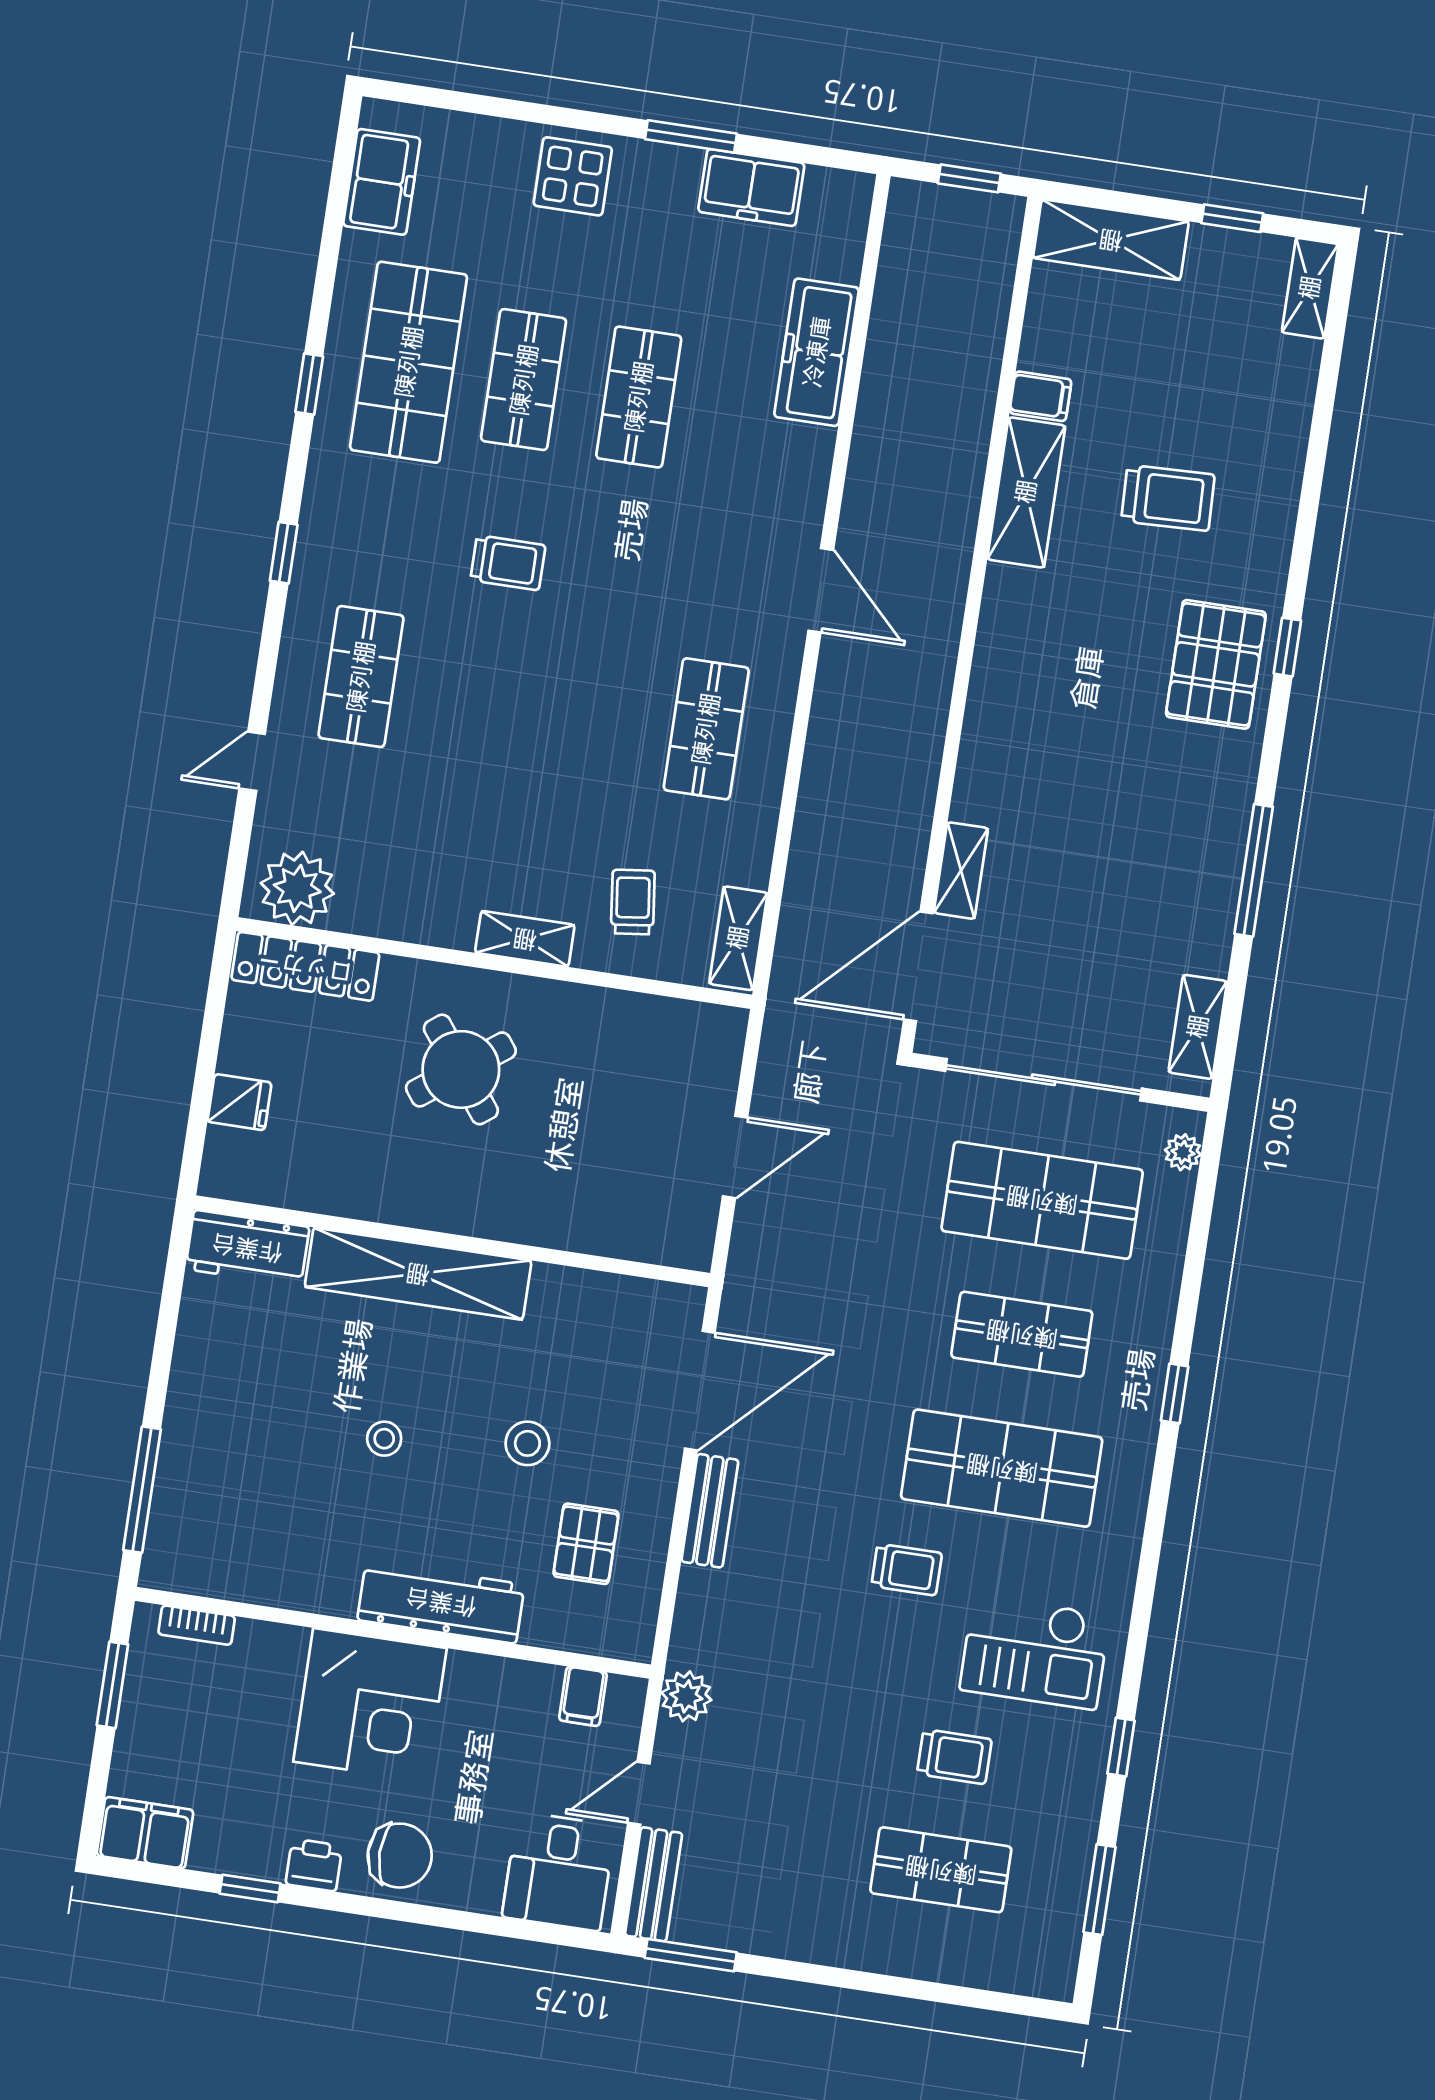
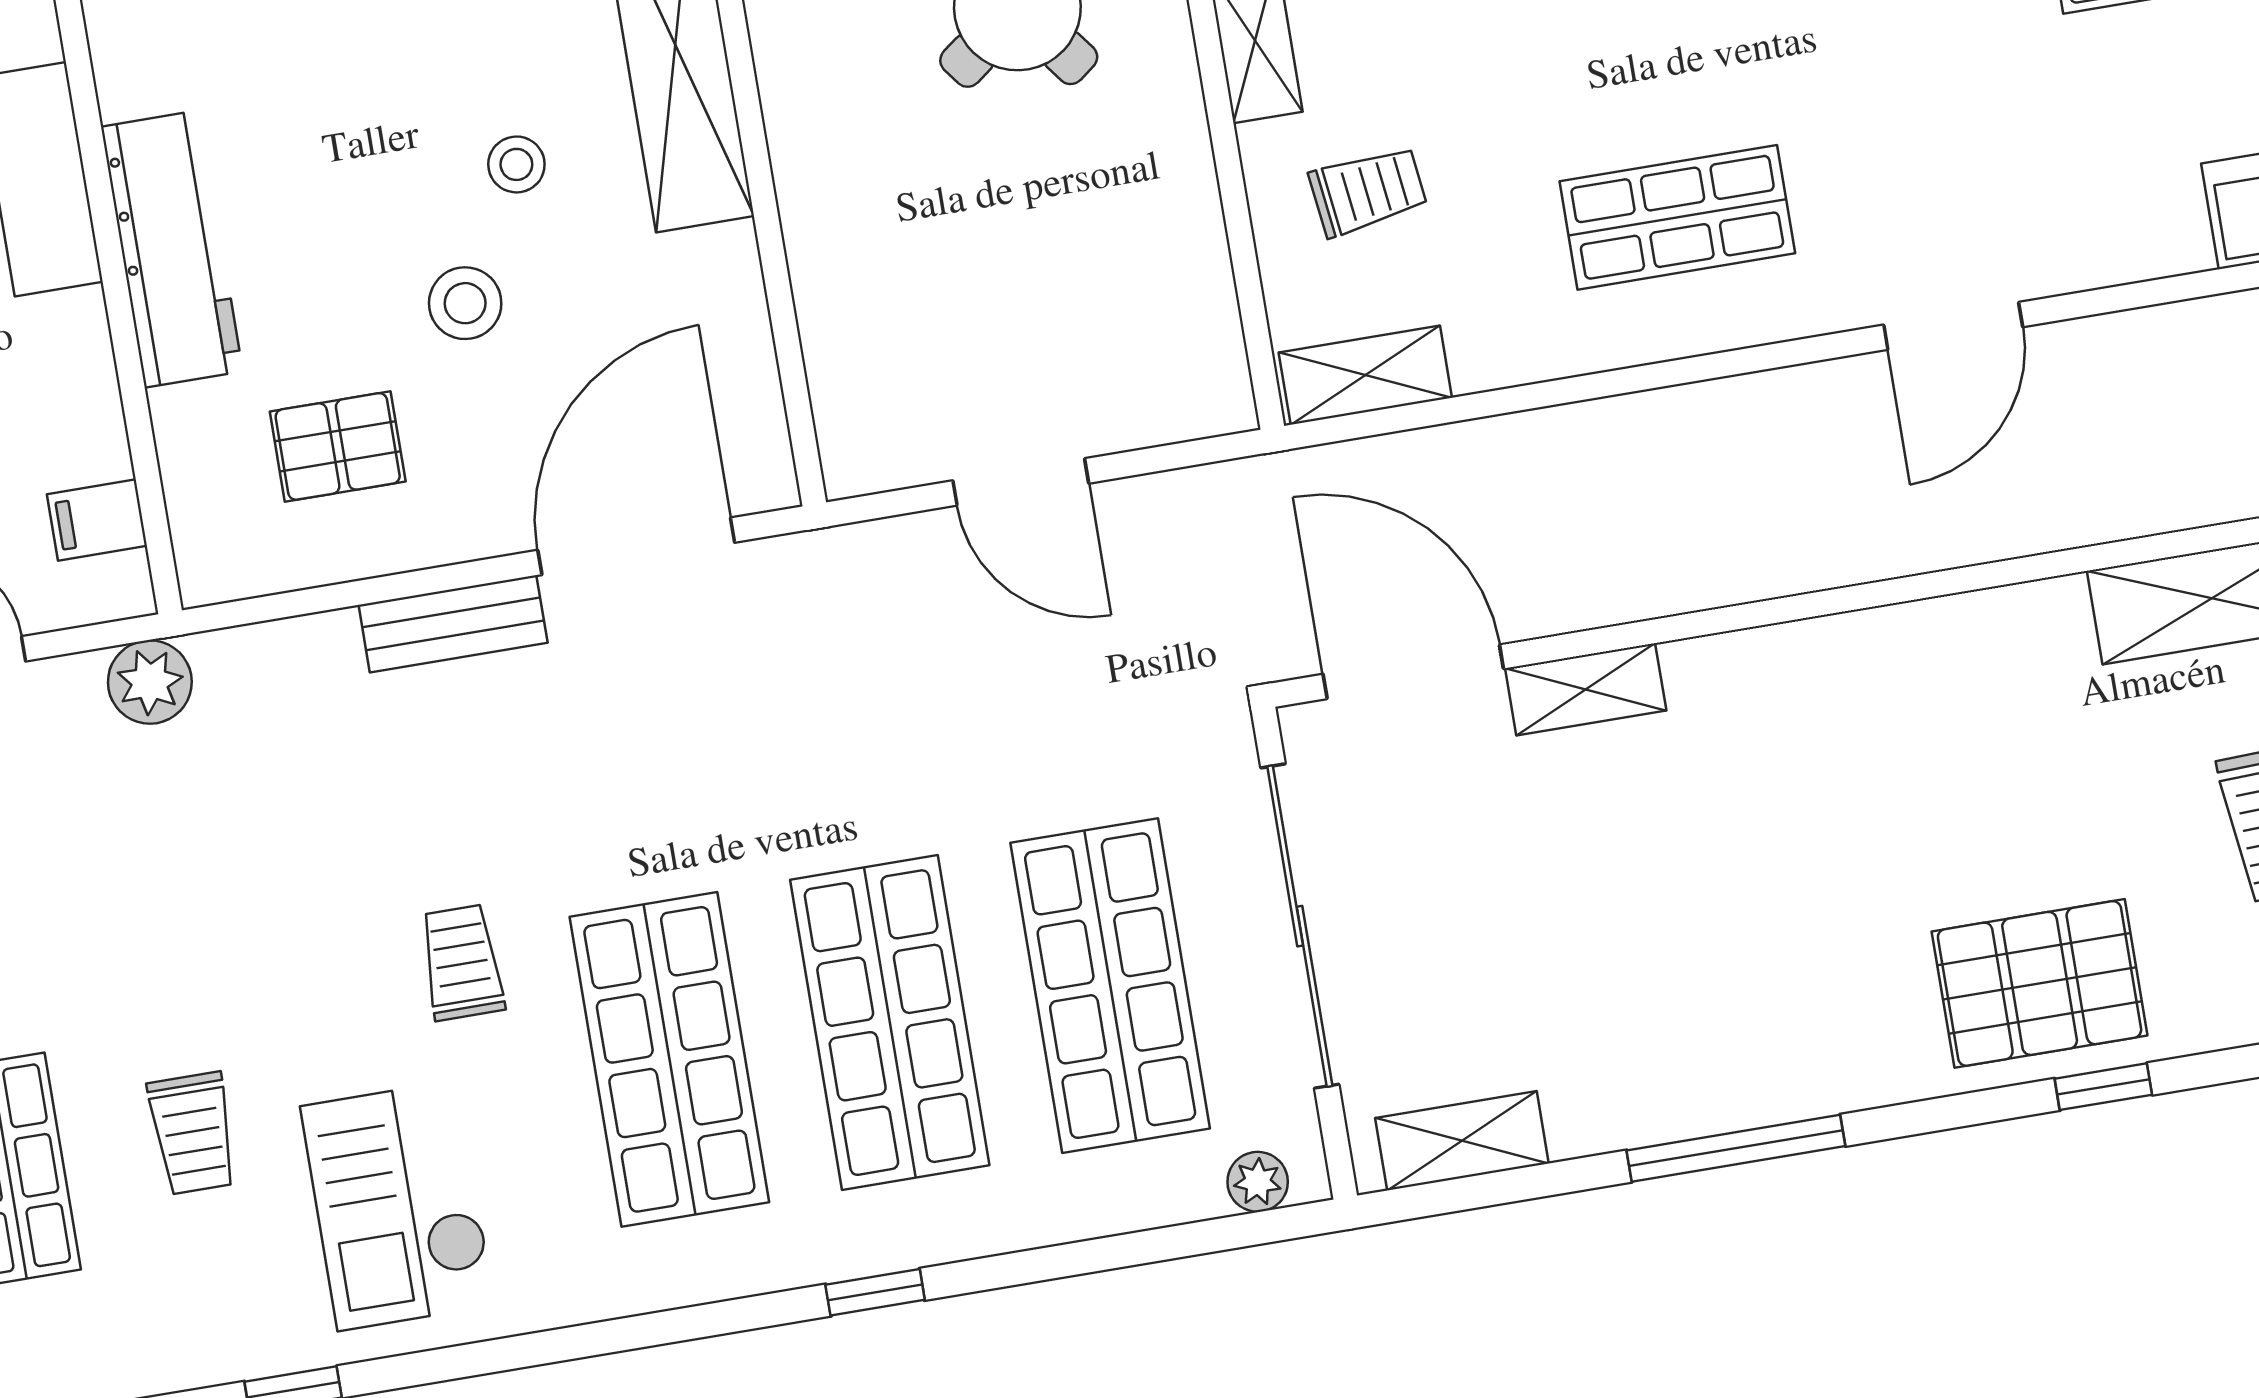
shop shelf: (1022, 1334) -> (890, 1023), width x1.43, depth x1.36
door: (700, 1391) -> (636, 546), swing flipped
stool: (384, 1439) -> (516, 164), moved
trolley: (907, 1570) -> (462, 962), turned 180

